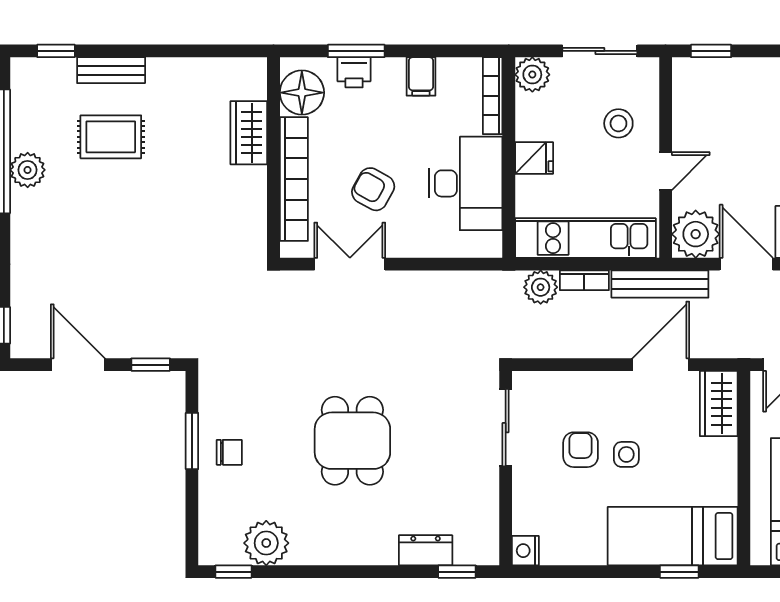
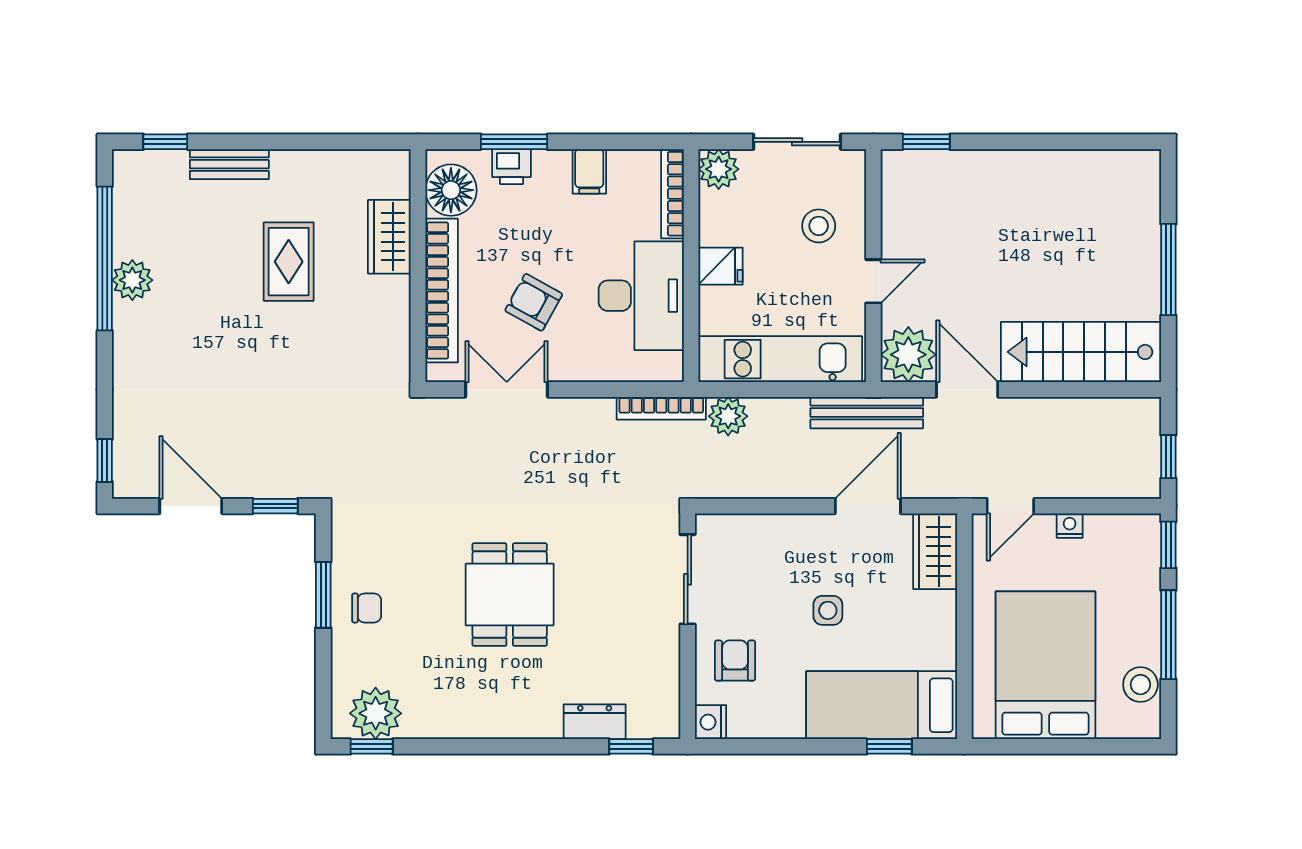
rug: (111, 137) -> (289, 262), moved, turned 90
bookcase: (584, 280) -> (661, 408), moved, width x1.56
armchair: (581, 450) -> (735, 661), moved
plant: (266, 543) -> (376, 713), moved

